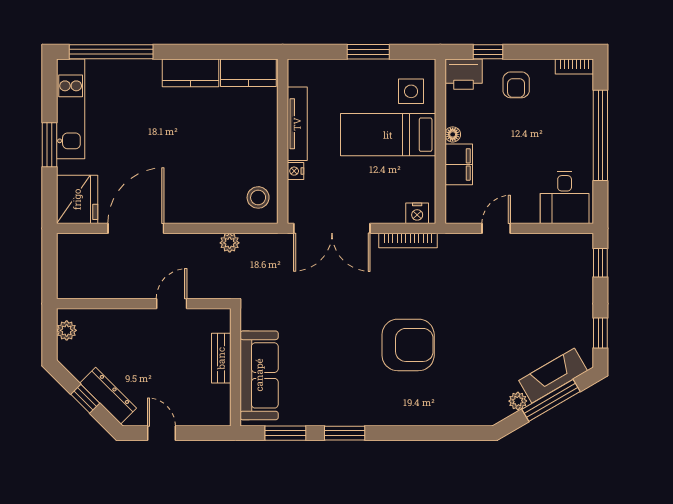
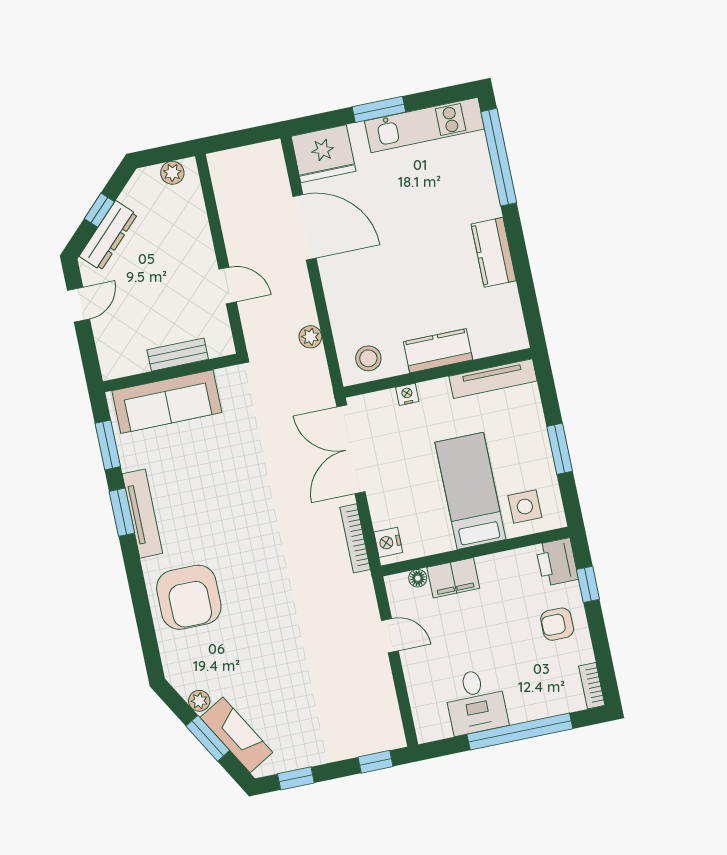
kitchen counter: (248, 73) -> (438, 351), moved, turned 90
tv unit: (297, 124) -> (493, 379), moved
floor lamp: (453, 134) -> (418, 578), moved
desk: (565, 197) -> (476, 701), moved, turned -90
armchair: (408, 345) -> (189, 597), moved
window: (551, 400) -> (208, 738), width x0.69
tv unit: (349, 416) -> (142, 514), added

